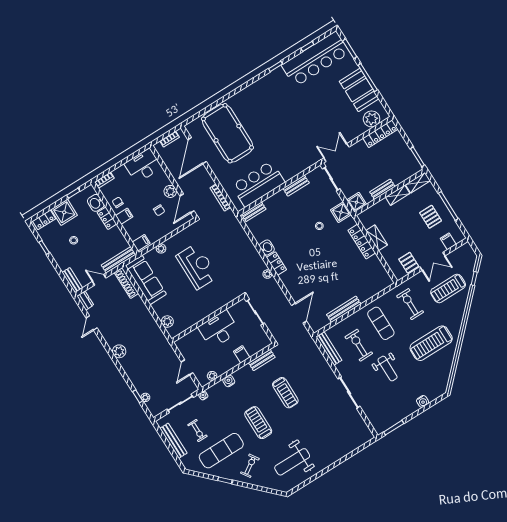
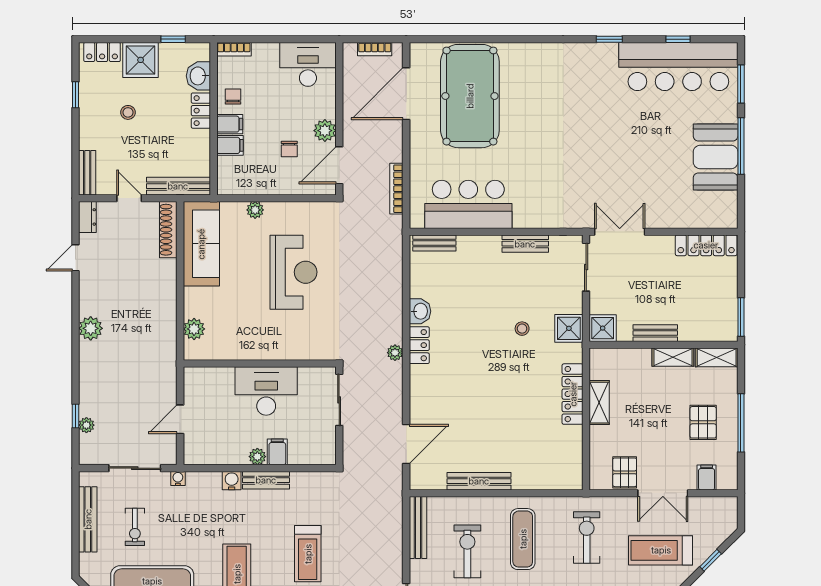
plant: (372, 119) -> (707, 214), removed
filing cabinet: (141, 243) -> (230, 145), moved
bench: (262, 360) -> (266, 480), moved
plant: (212, 376) -> (257, 457), moved

